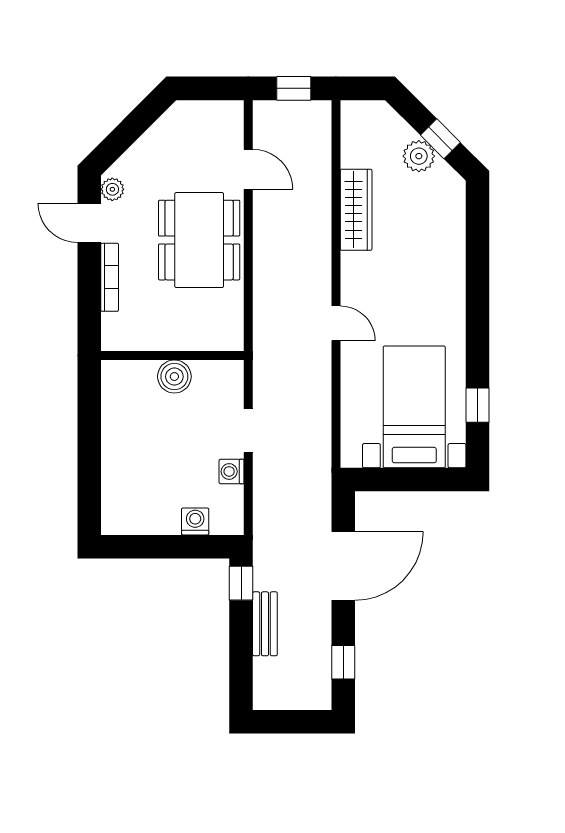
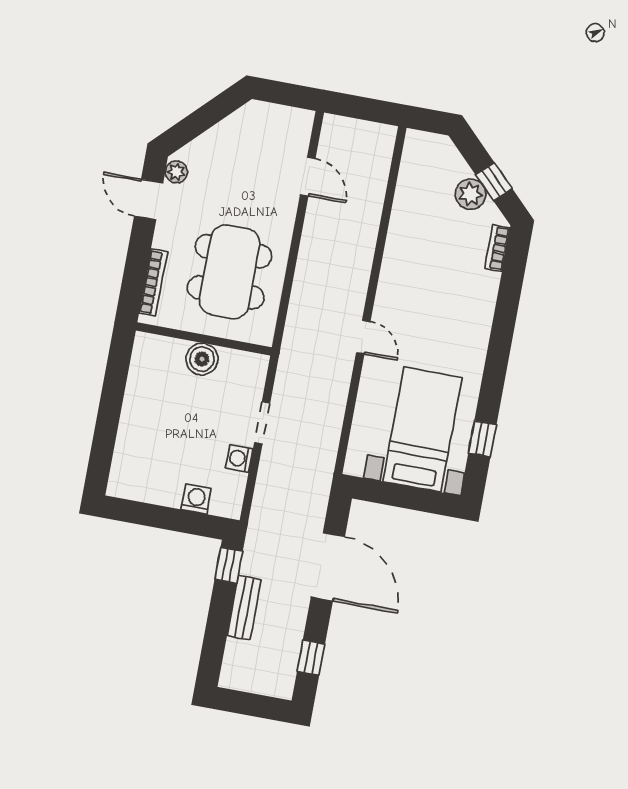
window: (294, 88) -> (365, 109), removed
bookcase: (456, 206) -> (497, 248), added
wardrobe: (356, 210) -> (402, 234), removed
dining table: (199, 240) -> (230, 272), moved
bookcase: (110, 277) -> (153, 282), moved
door: (343, 566) -> (328, 567), hinge flipped

